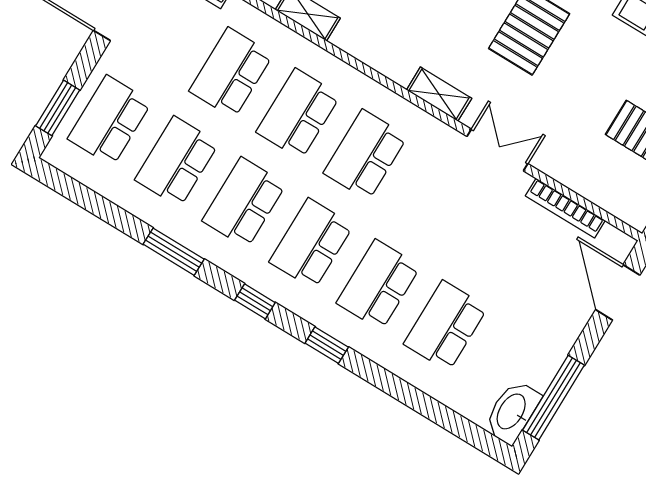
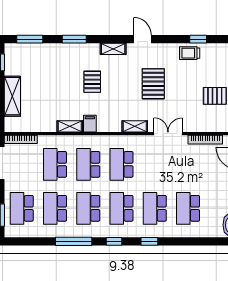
filing cabinet: (352, 33) -> (90, 124), added
window: (174, 252) -> (74, 241), width x1.44

